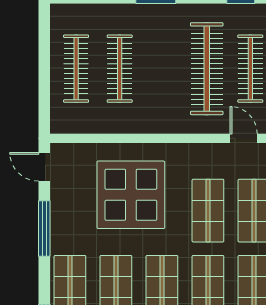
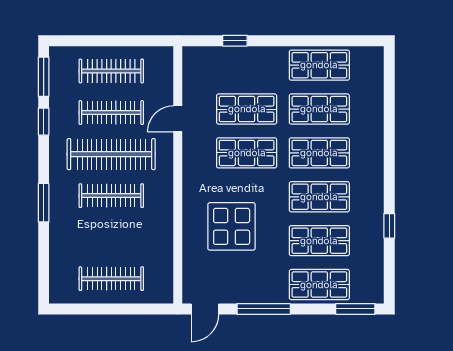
clothes rail: (120, 69) -> (111, 196), moved
display table: (131, 195) -> (232, 226), width x0.73, depth x0.73

